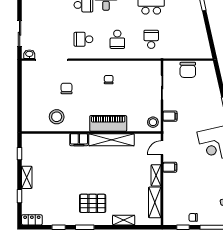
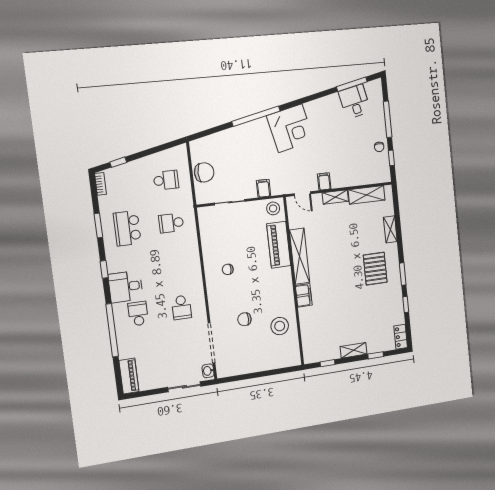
school desk: (117, 39) -> (166, 180), moved
piano: (108, 123) -> (279, 245), moved

